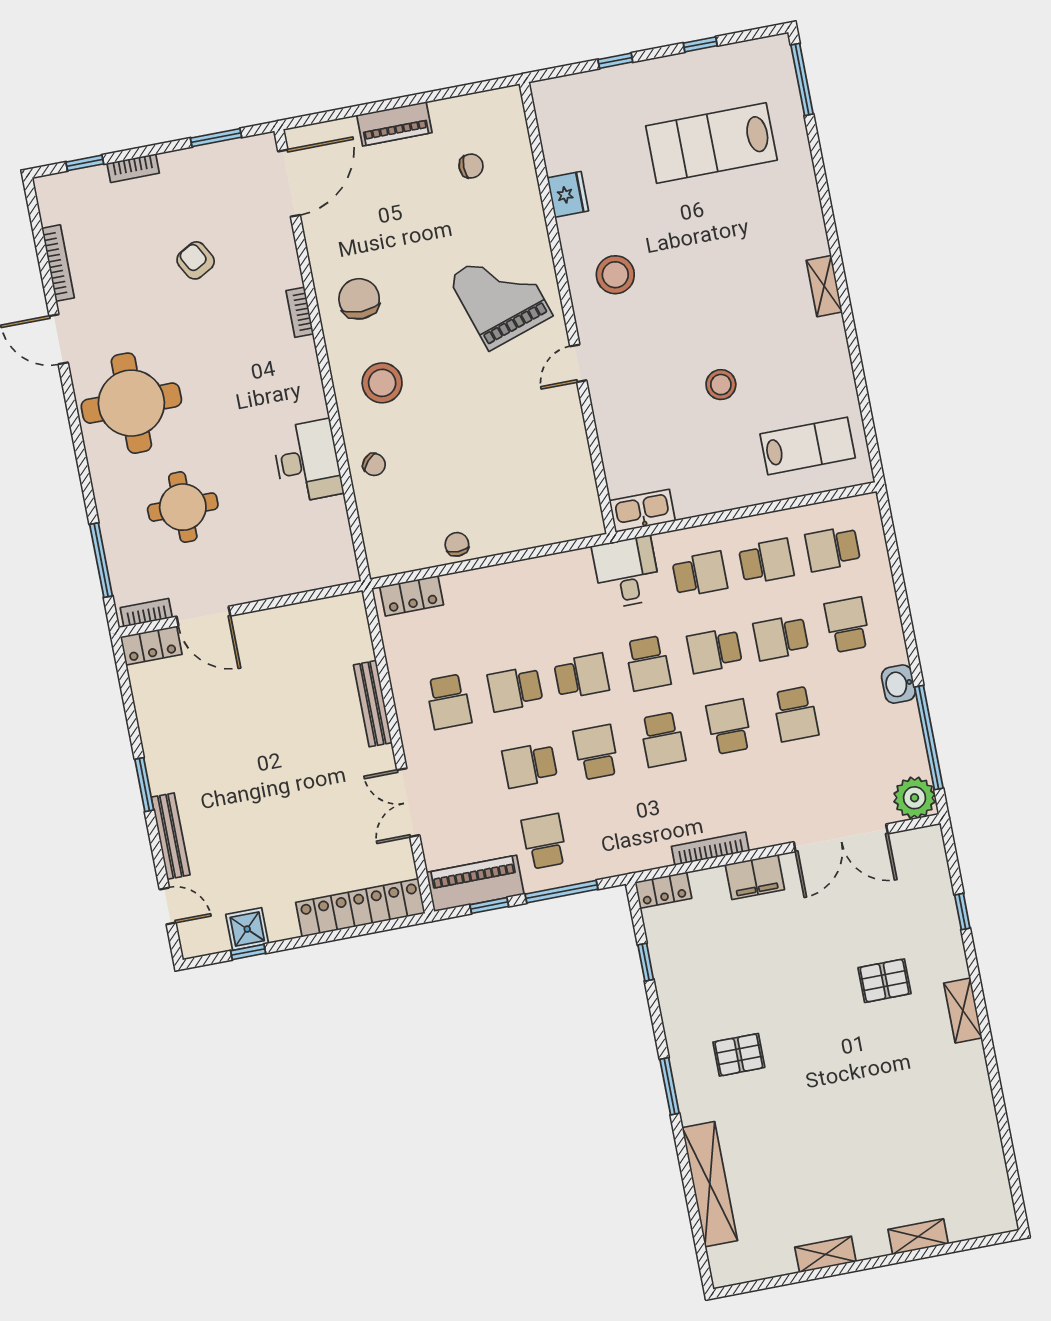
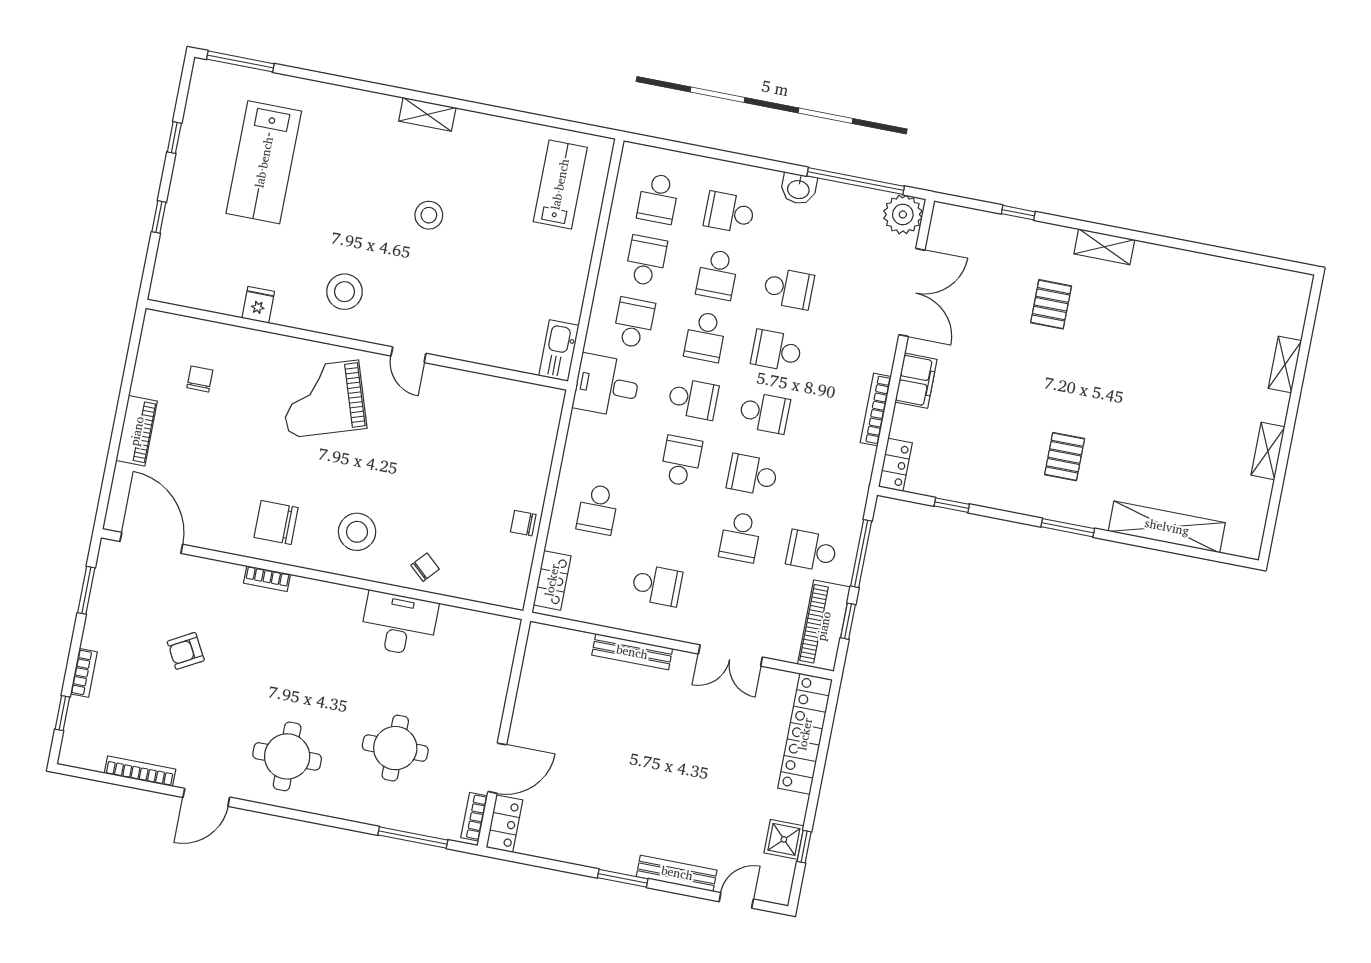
fridge: (568, 194) -> (258, 305), width x0.72
stool: (721, 385) -> (429, 215), moved
round table: (131, 403) -> (287, 756), width x0.73, depth x0.73
school desk: (515, 689) -> (598, 509), moved

